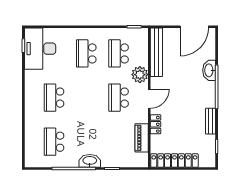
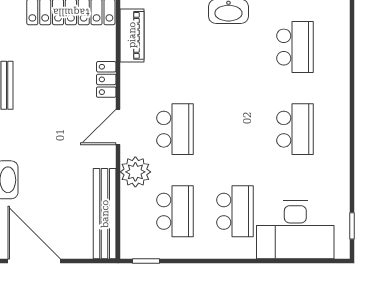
door: (194, 27) -> (34, 261), hinge flipped
desk: (40, 49) -> (295, 230), moved, turned 90
piano: (142, 138) -> (132, 35), moved

